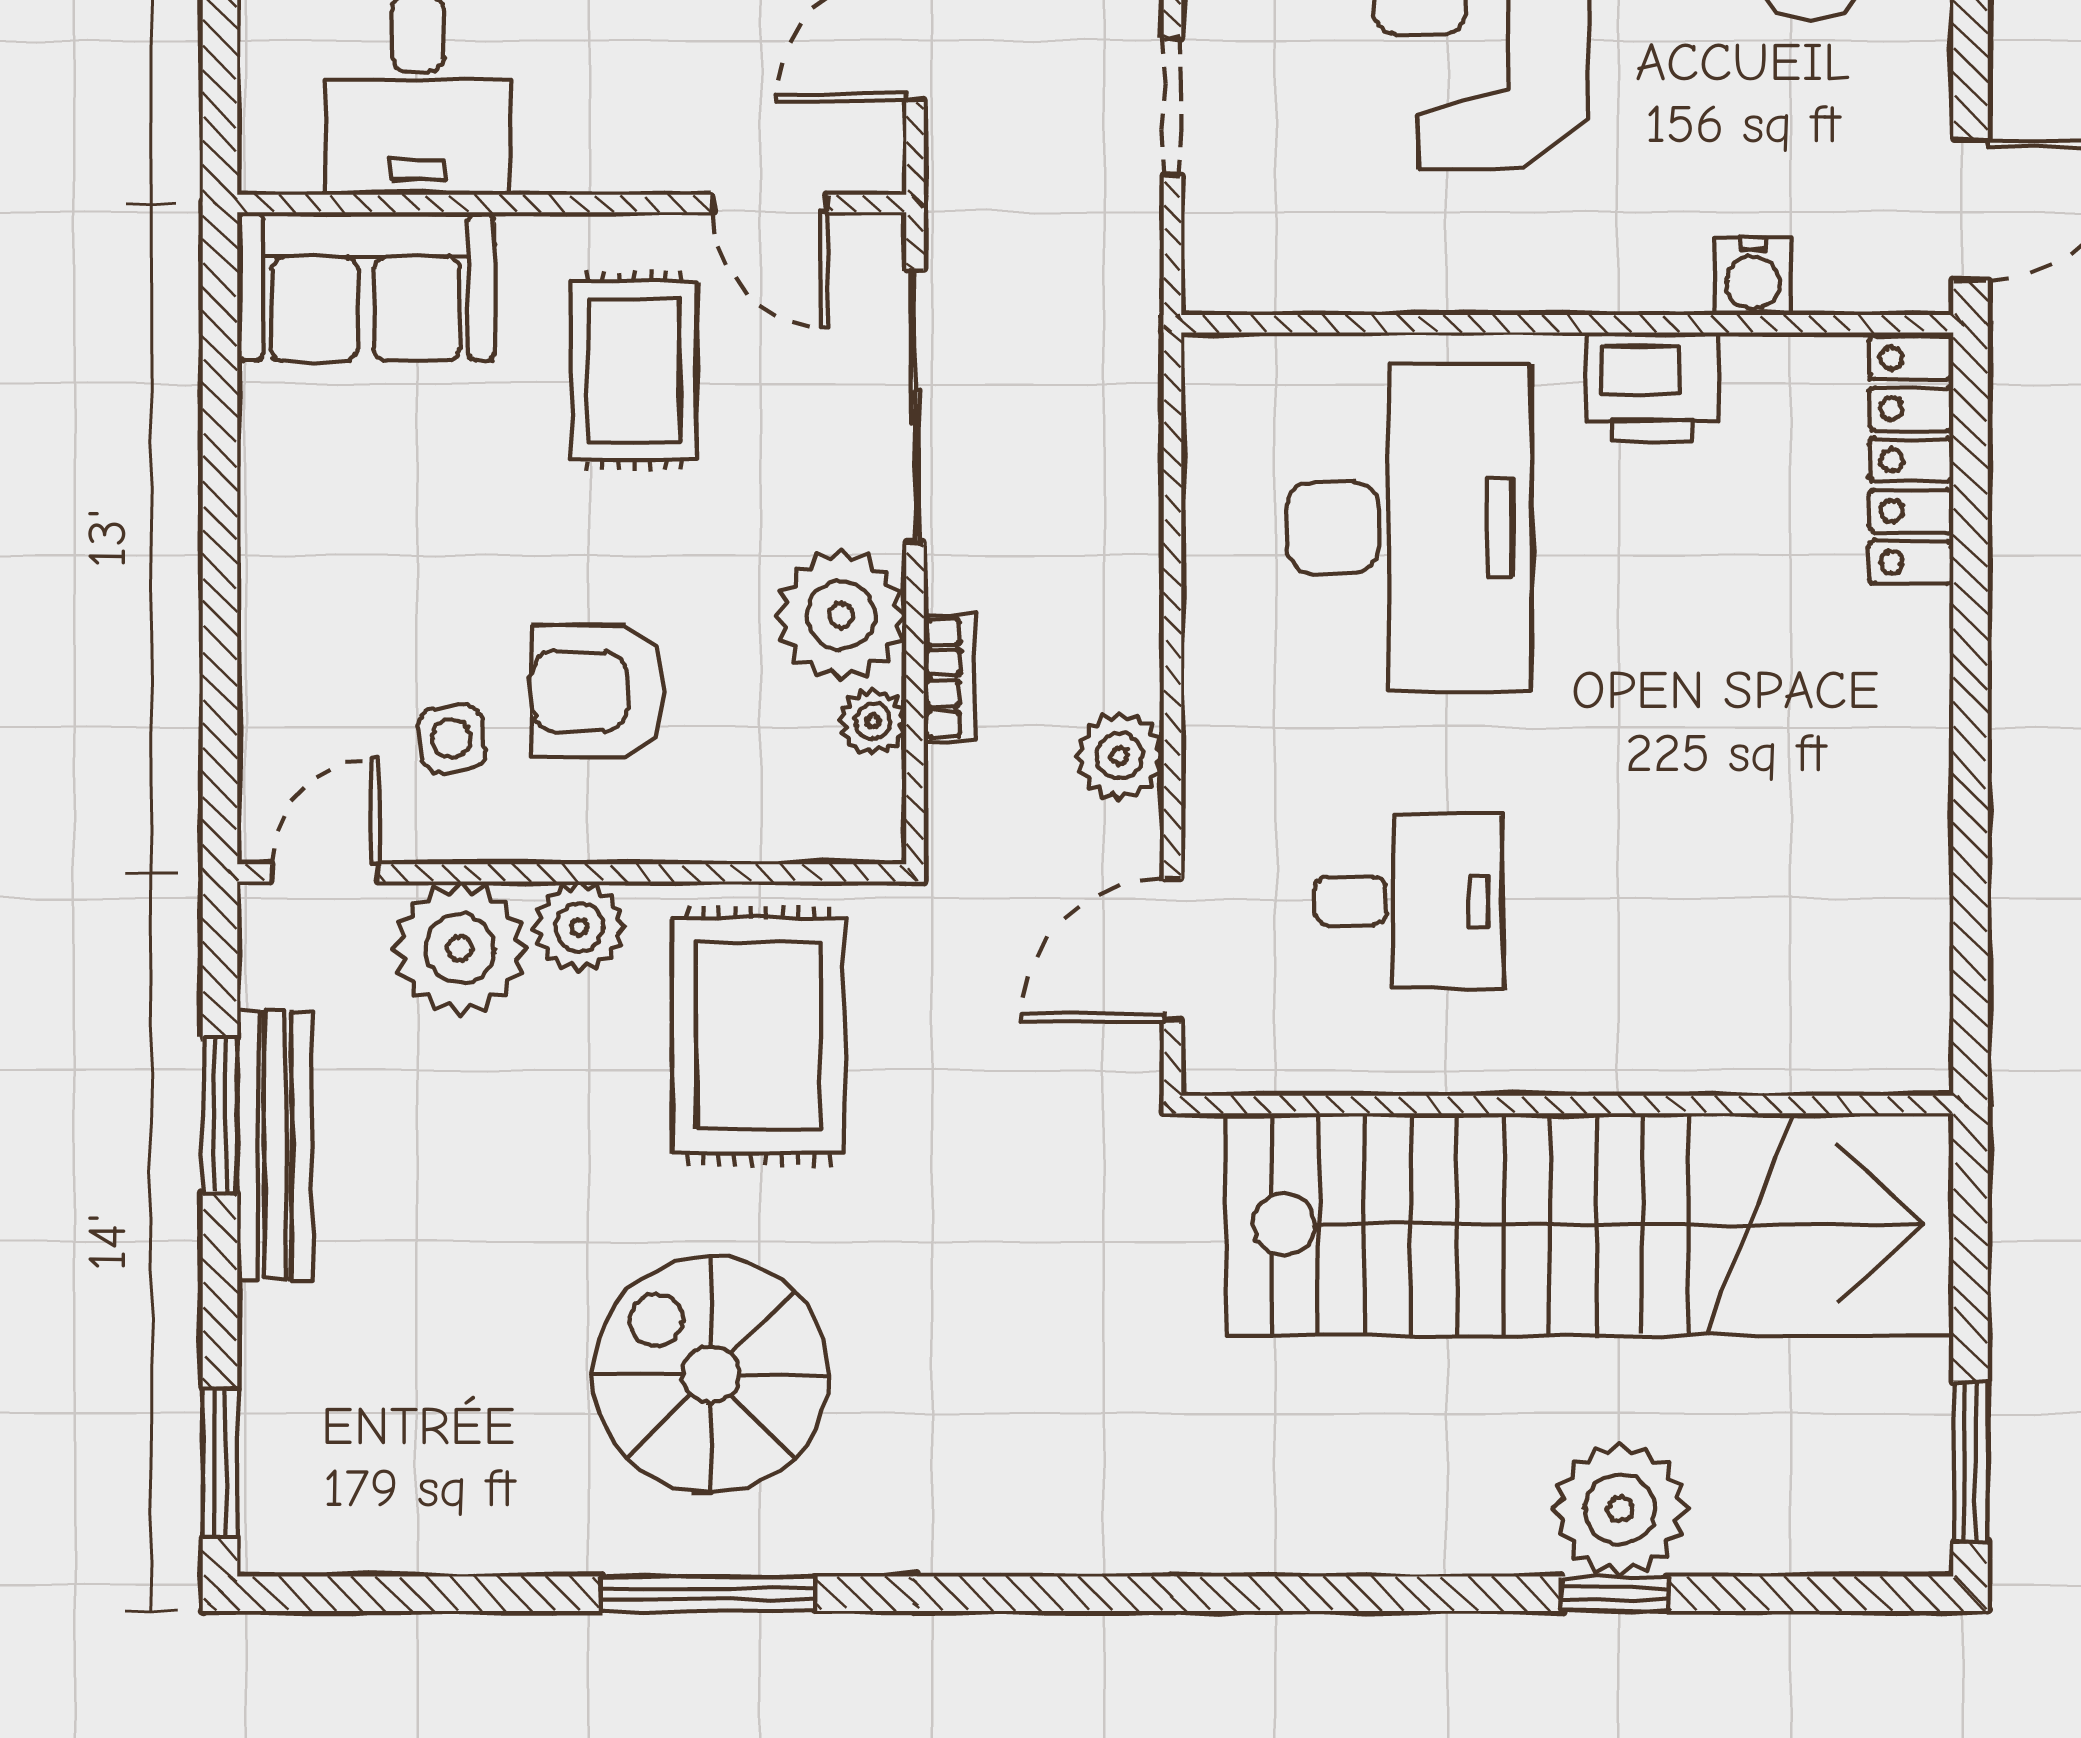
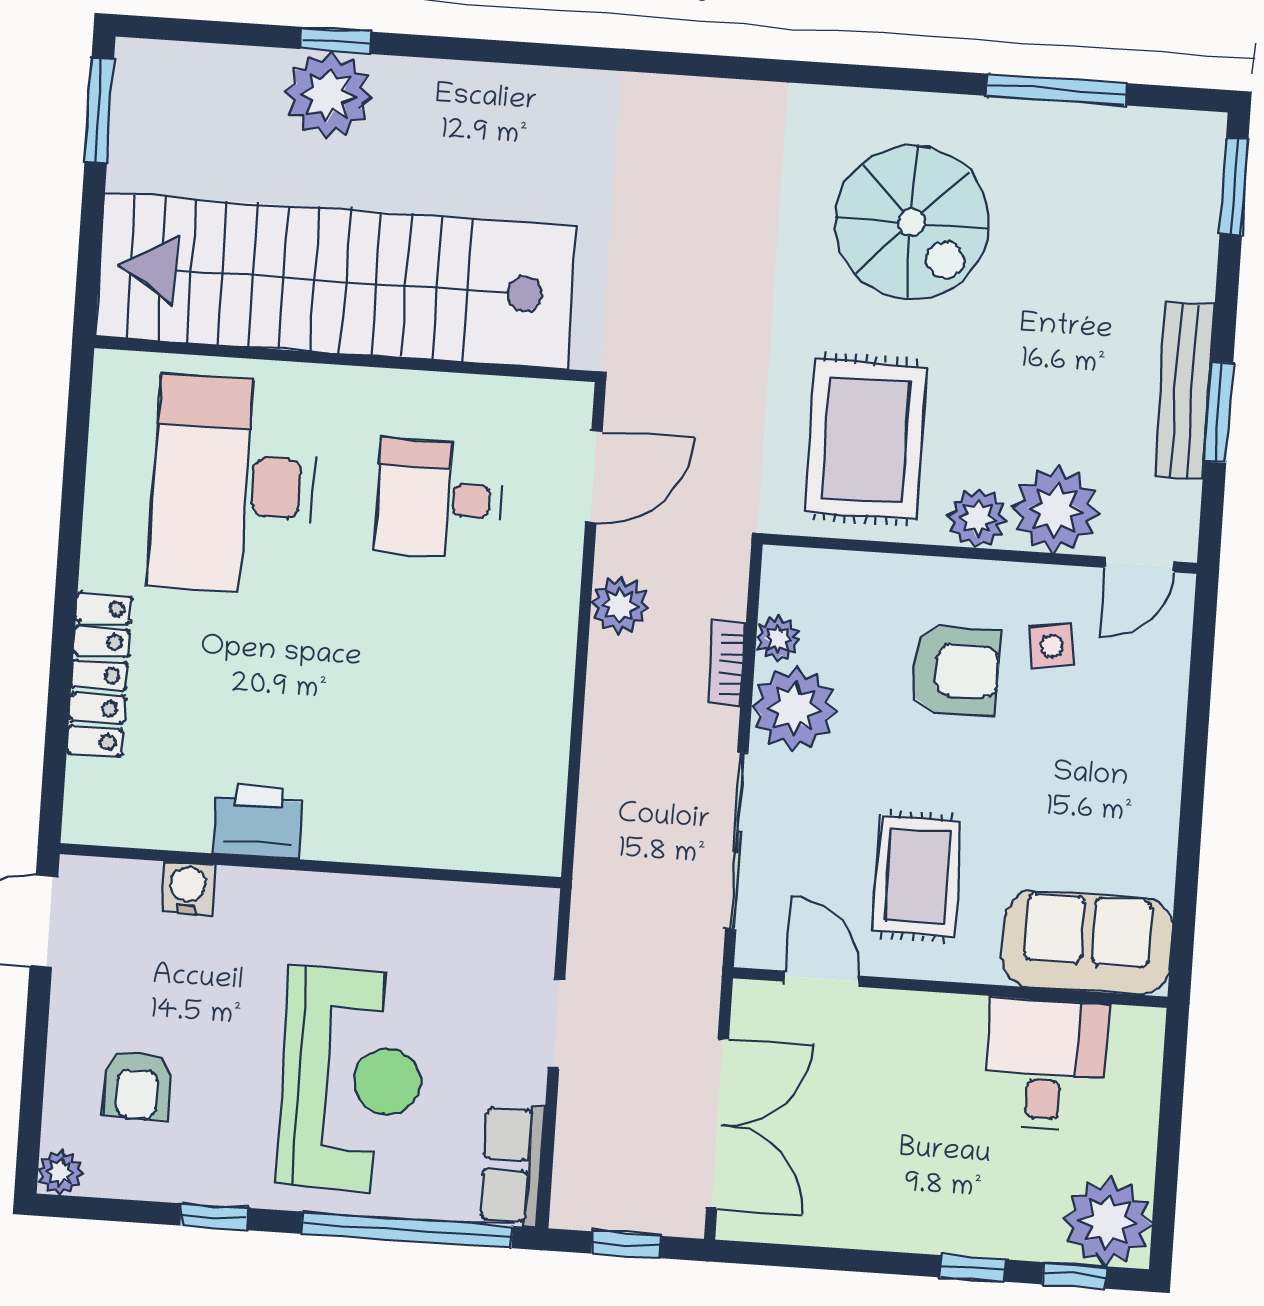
locker: (1911, 460) -> (99, 675), moved
desk: (1409, 528) -> (233, 485), moved
window: (708, 1594) -> (1057, 90), moved

